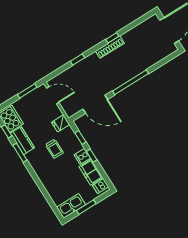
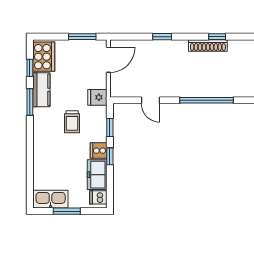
door: (53, 95) -> (108, 60), hinge flipped
door: (95, 104) -> (151, 100), width x0.53

